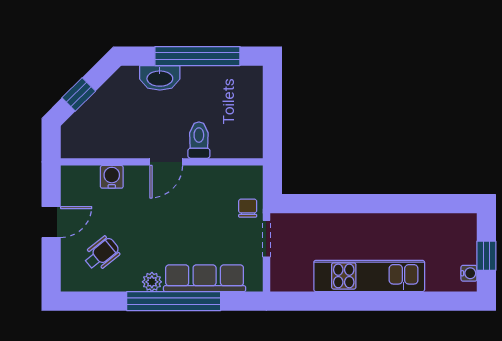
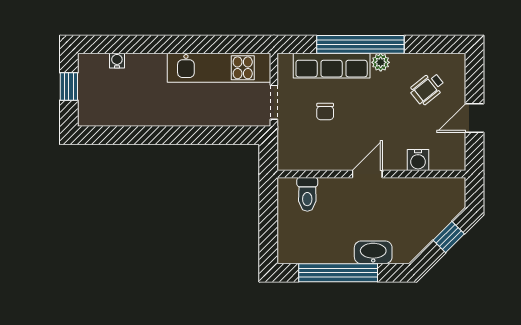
toilet: (199, 140) -> (307, 194), moved
chair: (248, 208) -> (325, 112), moved
water cooler: (469, 273) -> (117, 61), moved, turned 90
kitchen unit: (369, 276) -> (219, 68), moved

